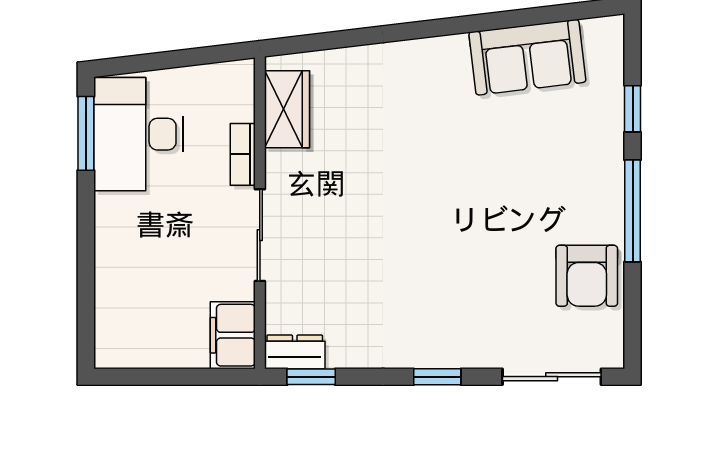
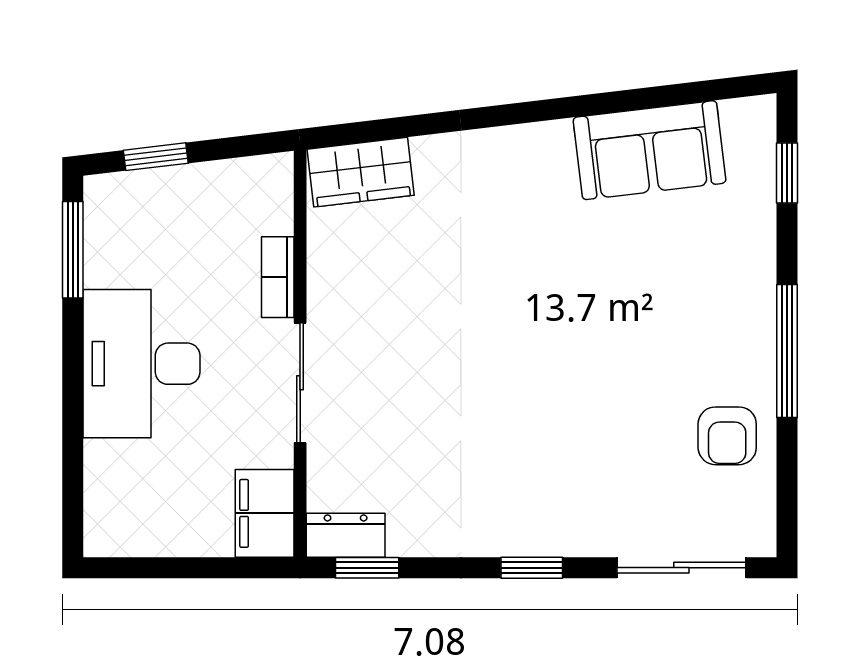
window: (149, 62) -> (156, 157), added
wardrobe: (287, 109) -> (361, 172), moved, turned 83
window: (633, 109) -> (787, 173), moved
desk: (138, 134) -> (141, 364), moved
armchair: (587, 276) -> (727, 436), width x0.72, depth x0.72

